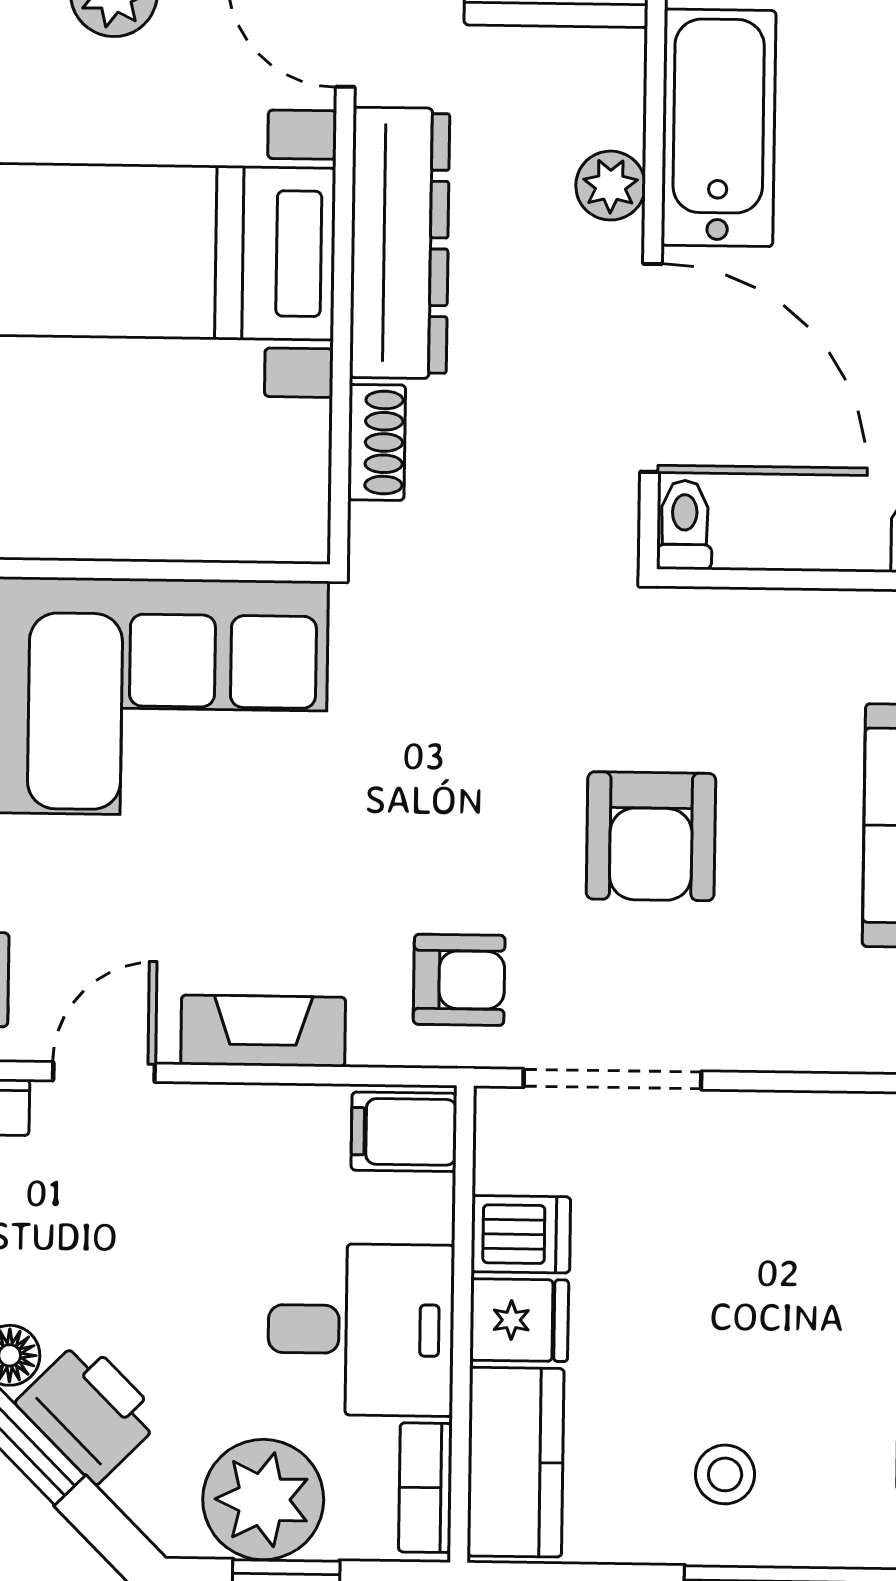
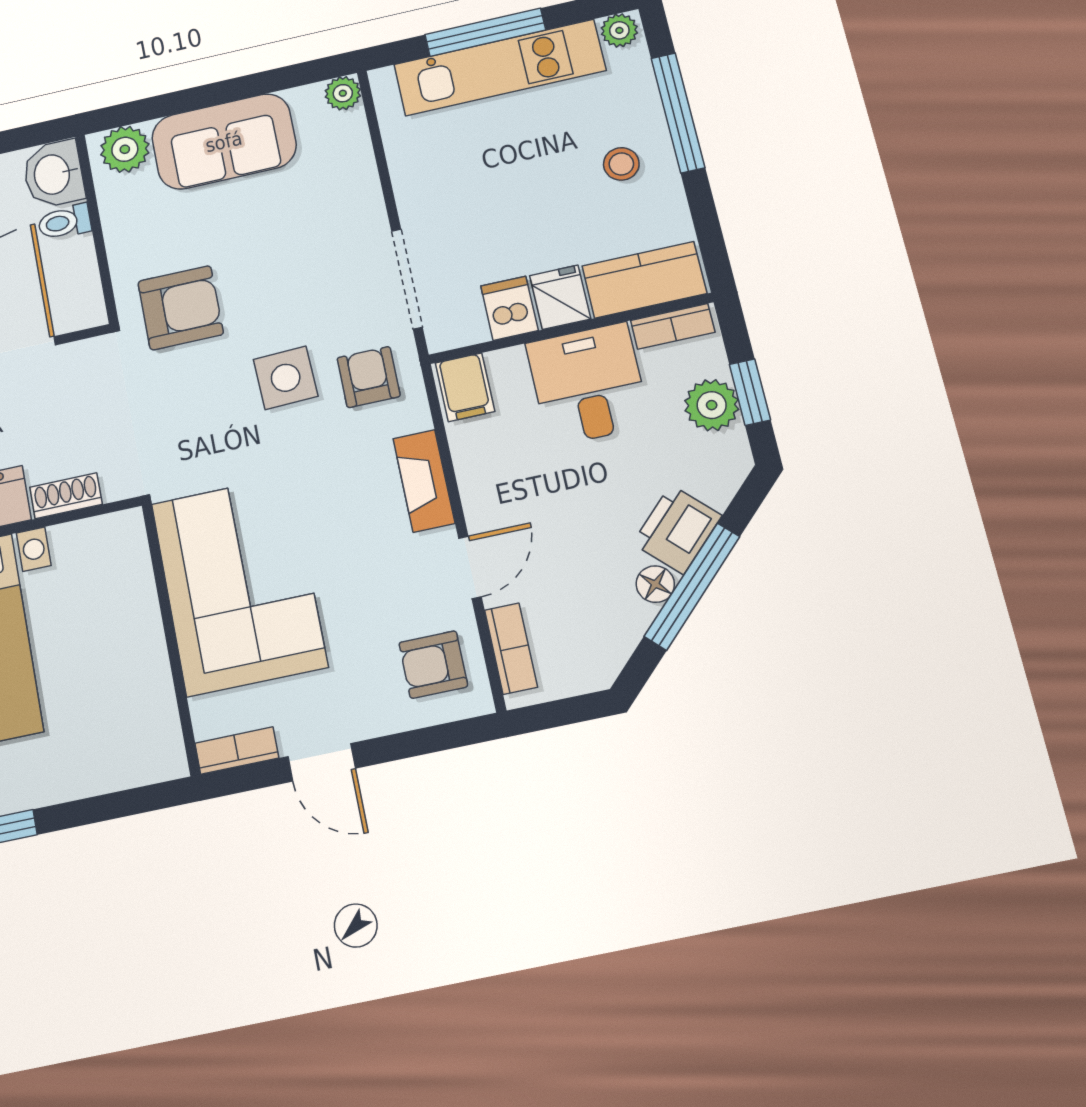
toilet: (685, 525) -> (65, 222), moved
armchair: (651, 836) -> (181, 308), moved
side table: (491, 844) -> (286, 378), added
door: (104, 1072) -> (470, 567), swing flipped
plant: (263, 1500) -> (712, 405), width x0.73, depth x0.73

